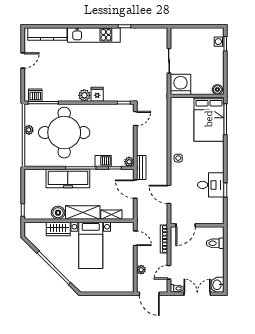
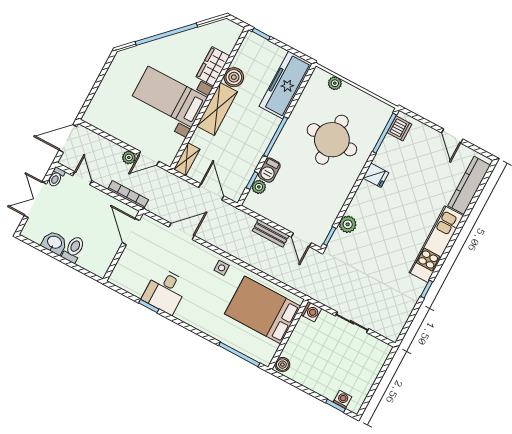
washing machine: (180, 84) -> (311, 312), width x0.53, depth x0.53
fridge: (97, 94) -> (376, 175), moved
plant: (84, 95) -> (348, 224), moved
bed: (209, 119) -> (263, 310), moved
plant: (29, 130) -> (335, 83), moved
round table: (64, 133) -> (332, 140), width x0.73, depth x0.73
plant: (129, 162) -> (259, 187), moved
bench: (141, 167) -> (271, 233), moved
freezer: (68, 179) -> (286, 85), moved
door: (135, 189) -> (211, 192), hinge flipped
shelving: (111, 215) -> (187, 159), moved
toilet: (215, 243) -> (74, 249), moved
plant: (141, 270) -> (129, 157), moved
washbasin: (217, 285) -> (54, 243), moved
double door: (197, 294) -> (35, 200), swing flipped

